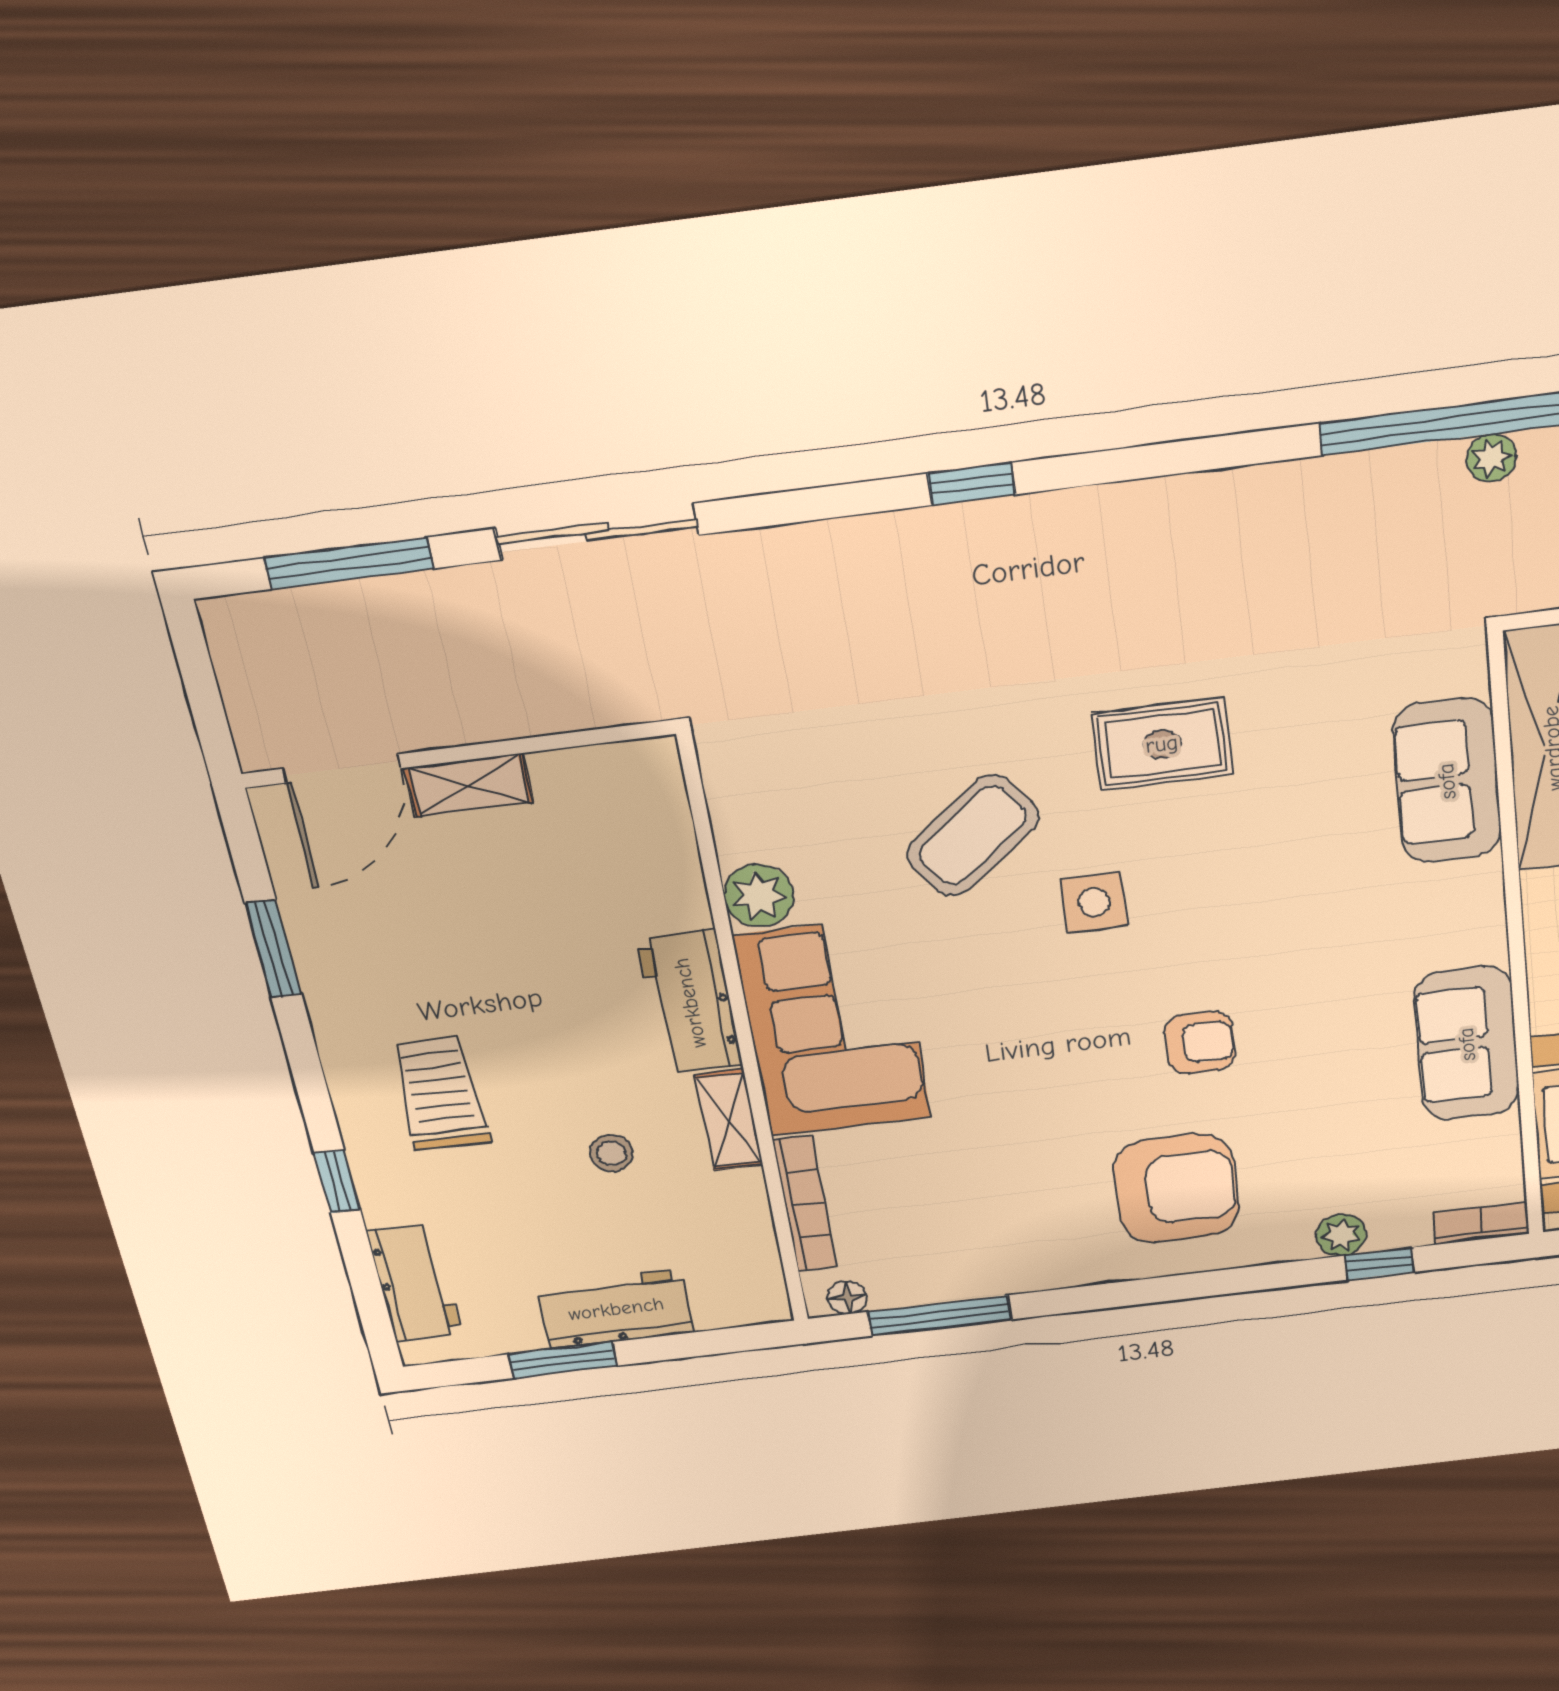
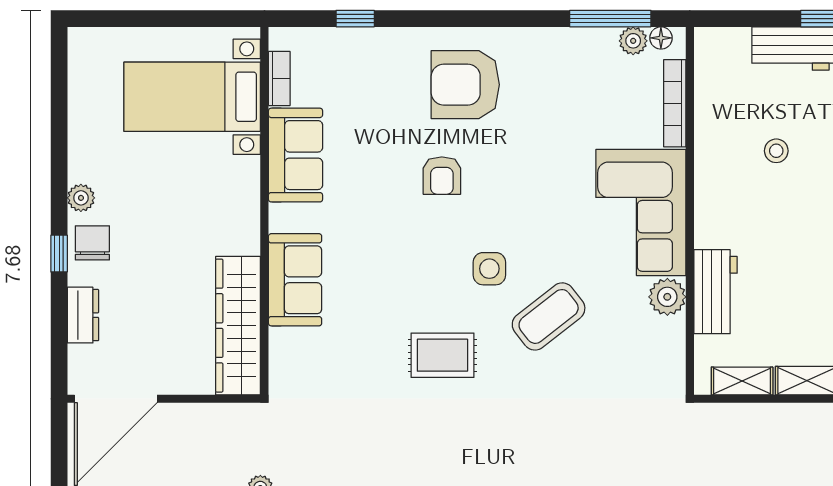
sofa: (1447, 781) -> (295, 280), moved
workbench: (690, 1003) -> (715, 292), moved
armchair: (1200, 1043) -> (442, 176), turned -90
shelving: (729, 1120) -> (742, 381), moved, turned 90
bookcase: (1481, 1223) -> (279, 79), moved, turned -90
plant: (1341, 1235) -> (633, 41), moved

